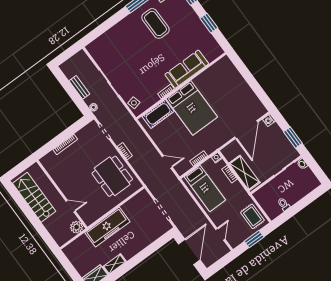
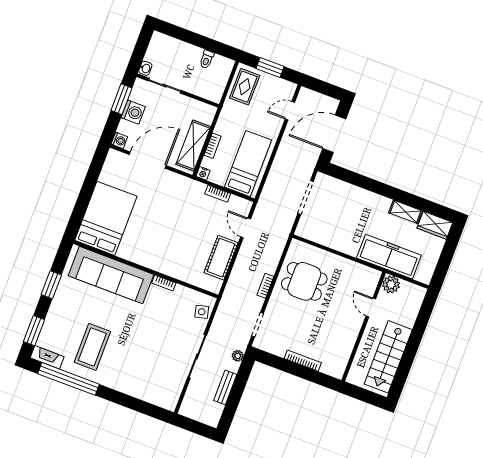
sofa: (187, 69) -> (111, 275), width x1.36, depth x1.27
bed: (192, 108) -> (106, 218), moved
cot: (158, 114) -> (221, 258), moved, turned 90
washing machine: (281, 140) -> (133, 112), added
shelving: (245, 173) -> (193, 145), moved
dining table: (112, 176) -> (304, 281), width x0.73
freezer: (107, 227) -> (389, 257), moved

